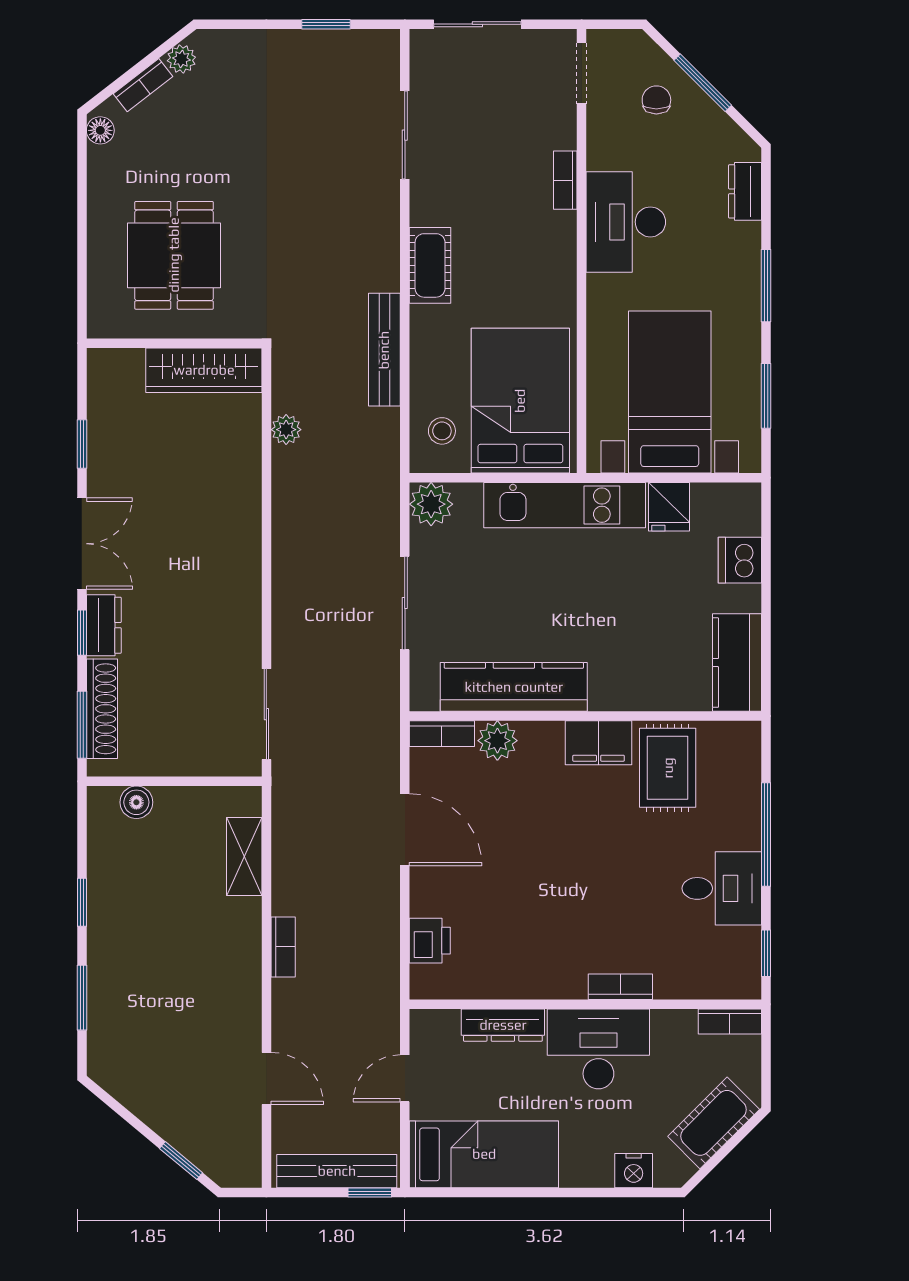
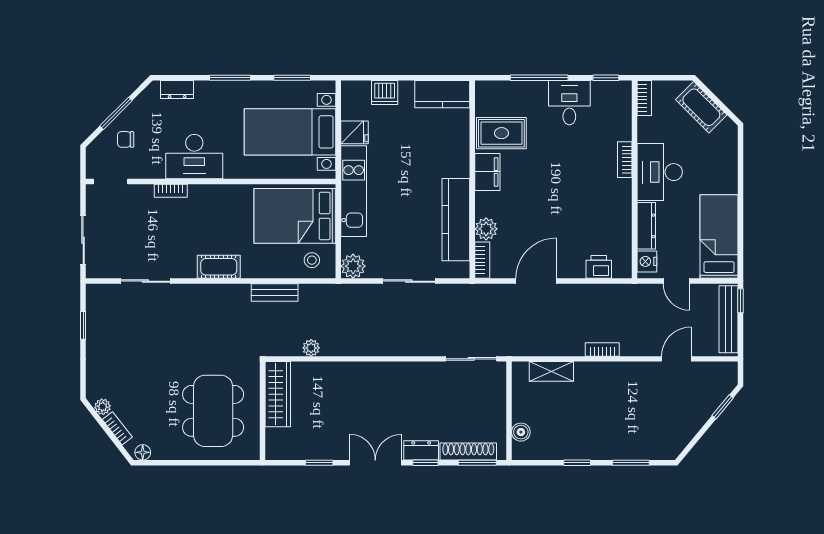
dining table: (174, 255) -> (213, 411), width x1.38
bench: (384, 350) -> (275, 292), width x0.73
nightstand: (634, 1171) -> (647, 261), moved, turned 180

